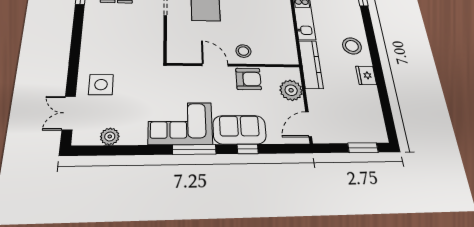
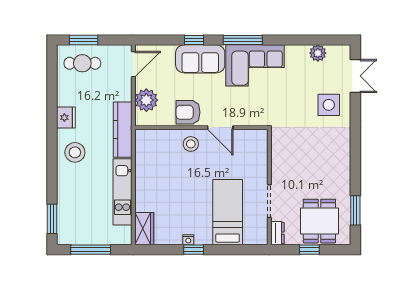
cafe table: (360, 125) -> (82, 63), added

